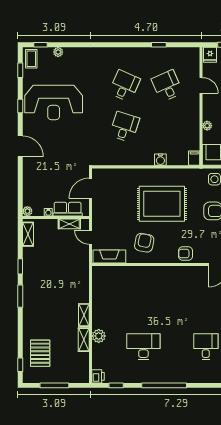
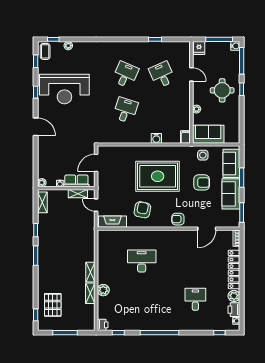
desk: (143, 347) -> (142, 261), moved

